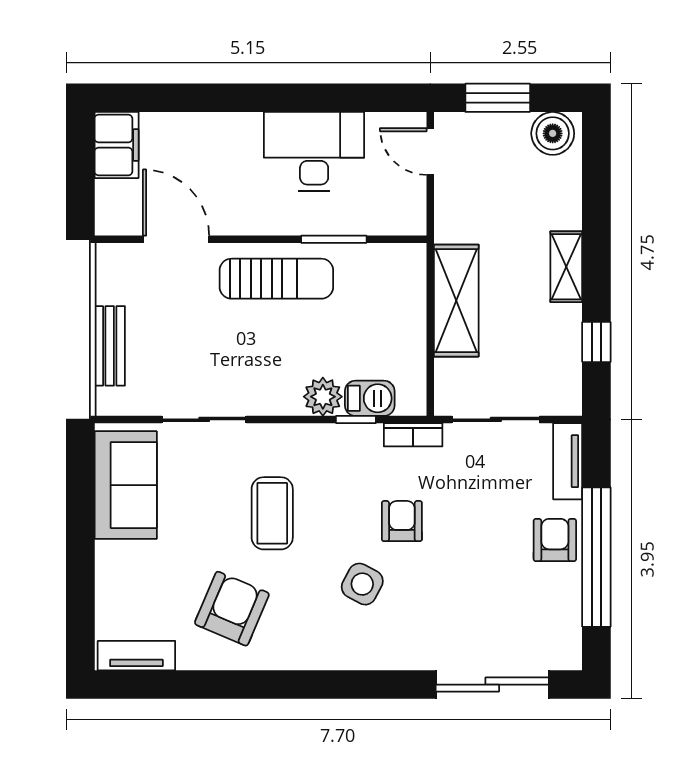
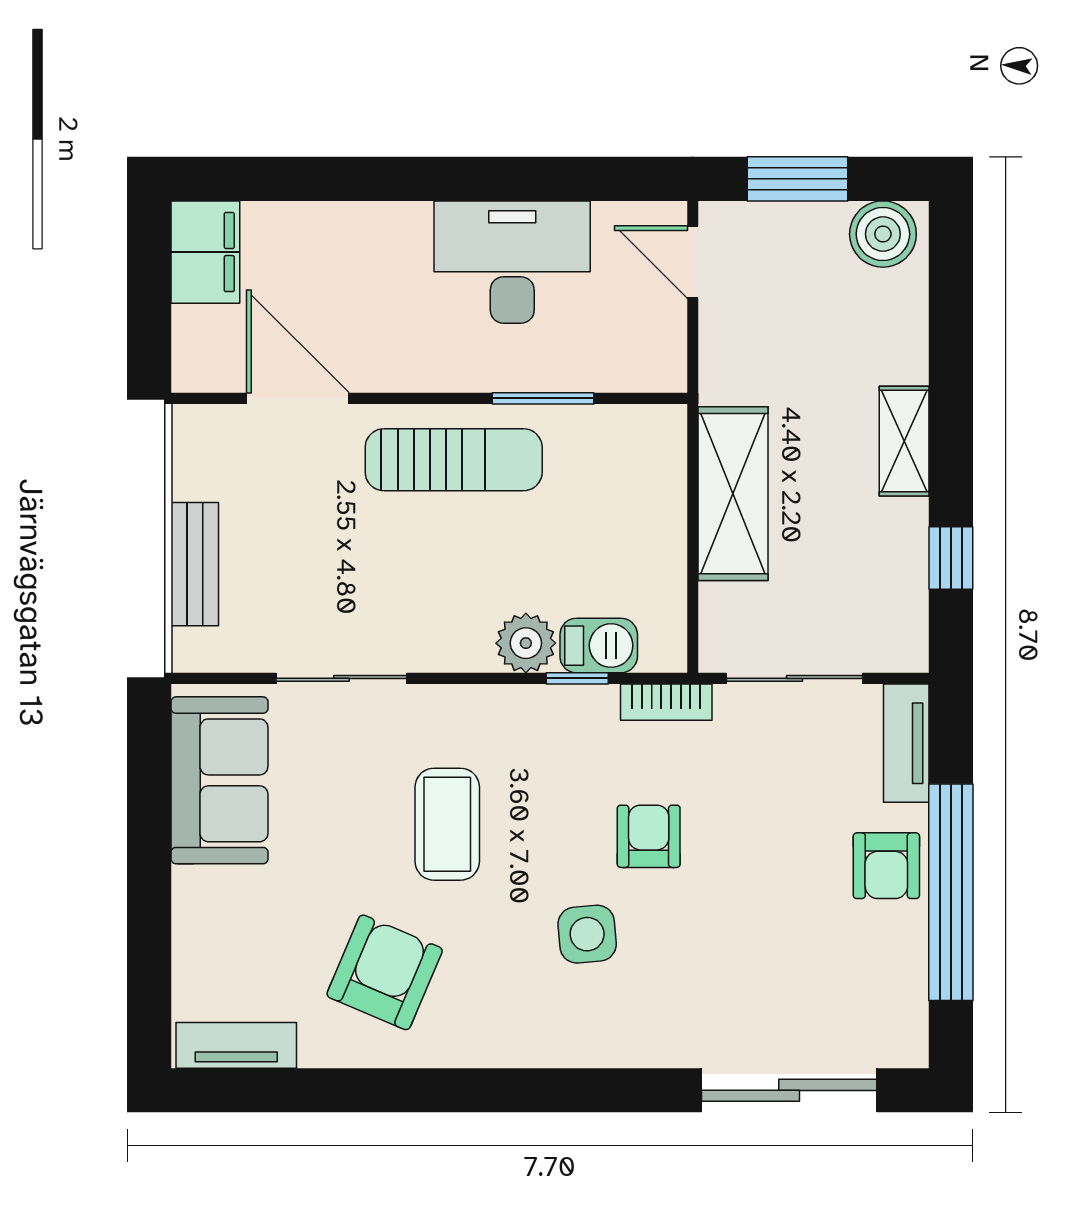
armchair: (555, 540) -> (886, 866), turned 180
side table: (362, 584) -> (587, 934), turned -33

